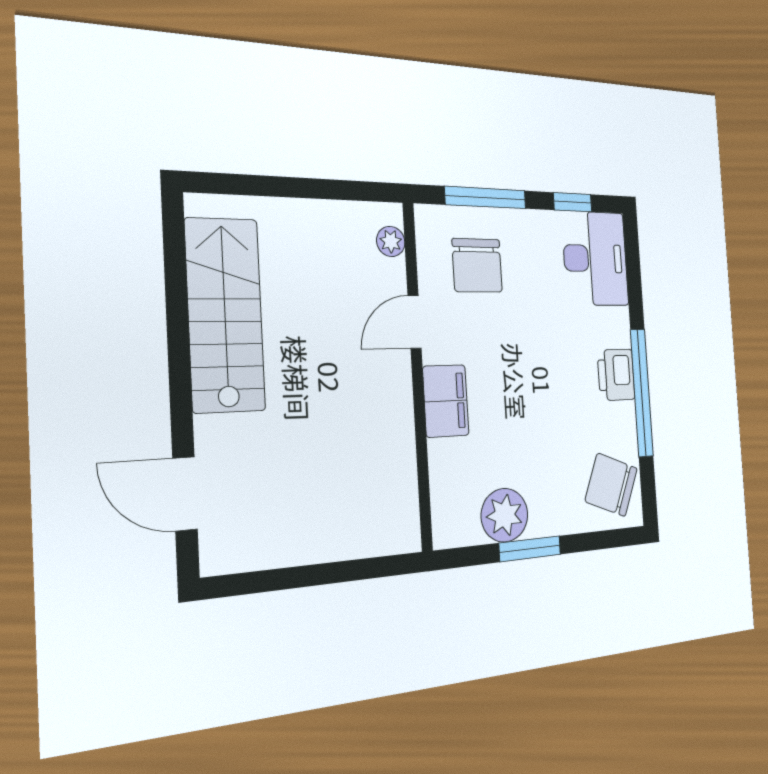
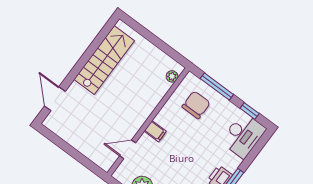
chair: (477, 265) -> (196, 105), turned 180
door: (415, 322) -> (128, 149), moved
filing cabinet: (446, 401) -> (155, 131), width x0.50

